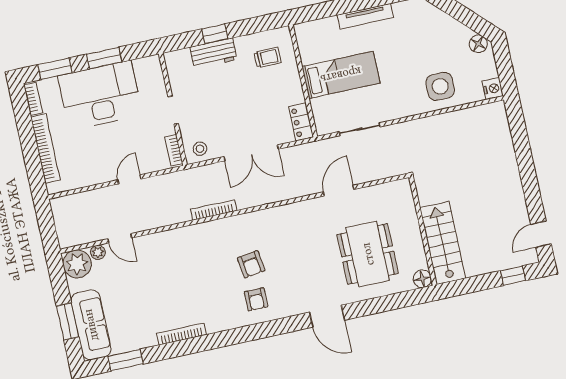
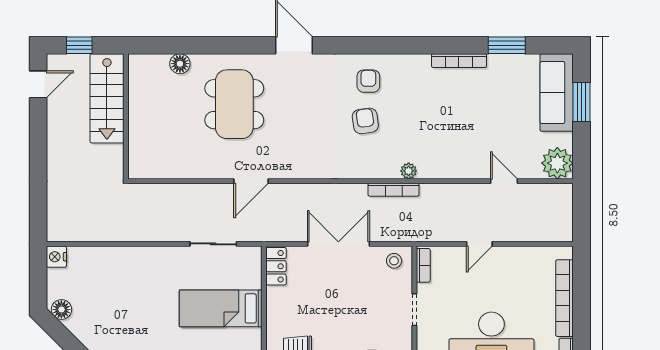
side table: (440, 86) -> (114, 272), removed
wall: (423, 231) -> (126, 116), moved
stairs: (443, 243) -> (107, 98), moved
plant: (98, 252) -> (409, 171), moved
window: (126, 360) -> (507, 45), moved

